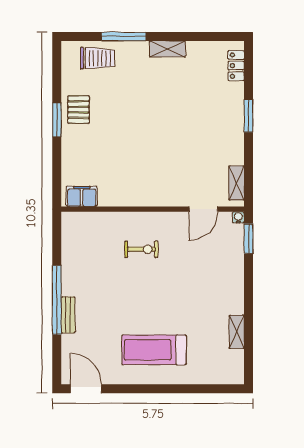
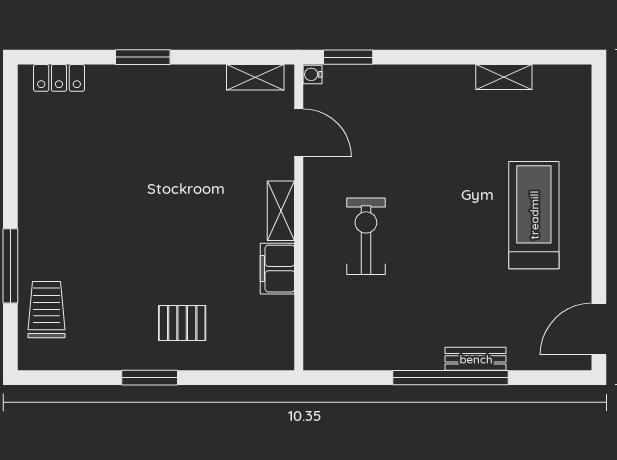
shelving: (167, 49) -> (281, 211), moved
pallet: (79, 110) -> (182, 323), moved
filing cabinet: (82, 196) -> (277, 269), moved
exercise bike: (141, 249) -> (366, 236), width x1.38, depth x1.39
treadmill: (154, 350) -> (534, 215), turned 180

